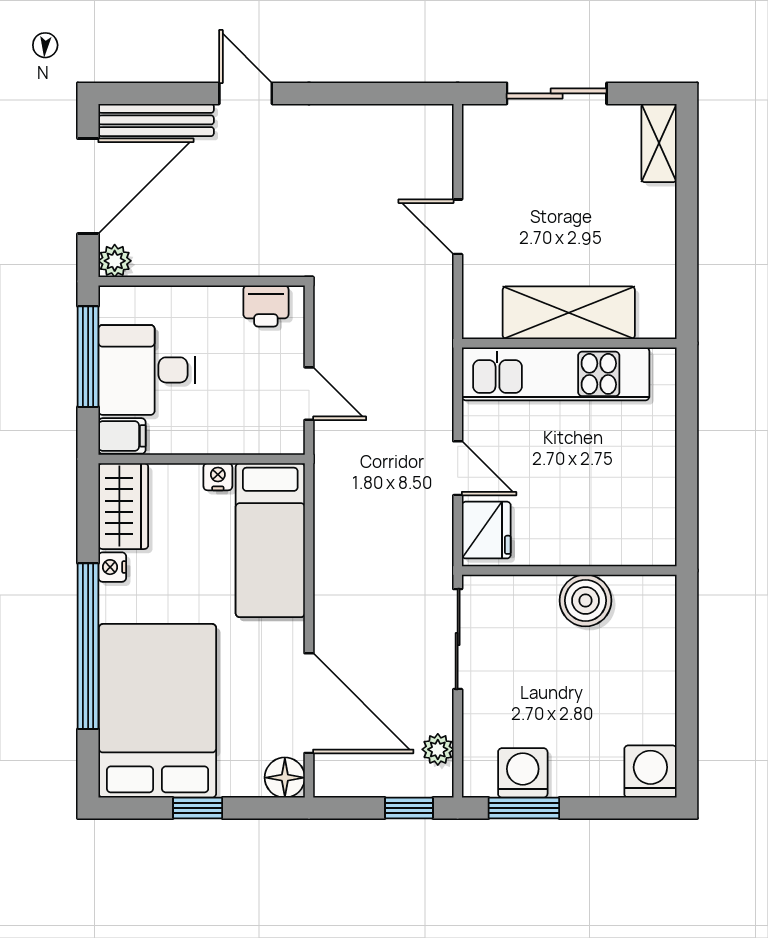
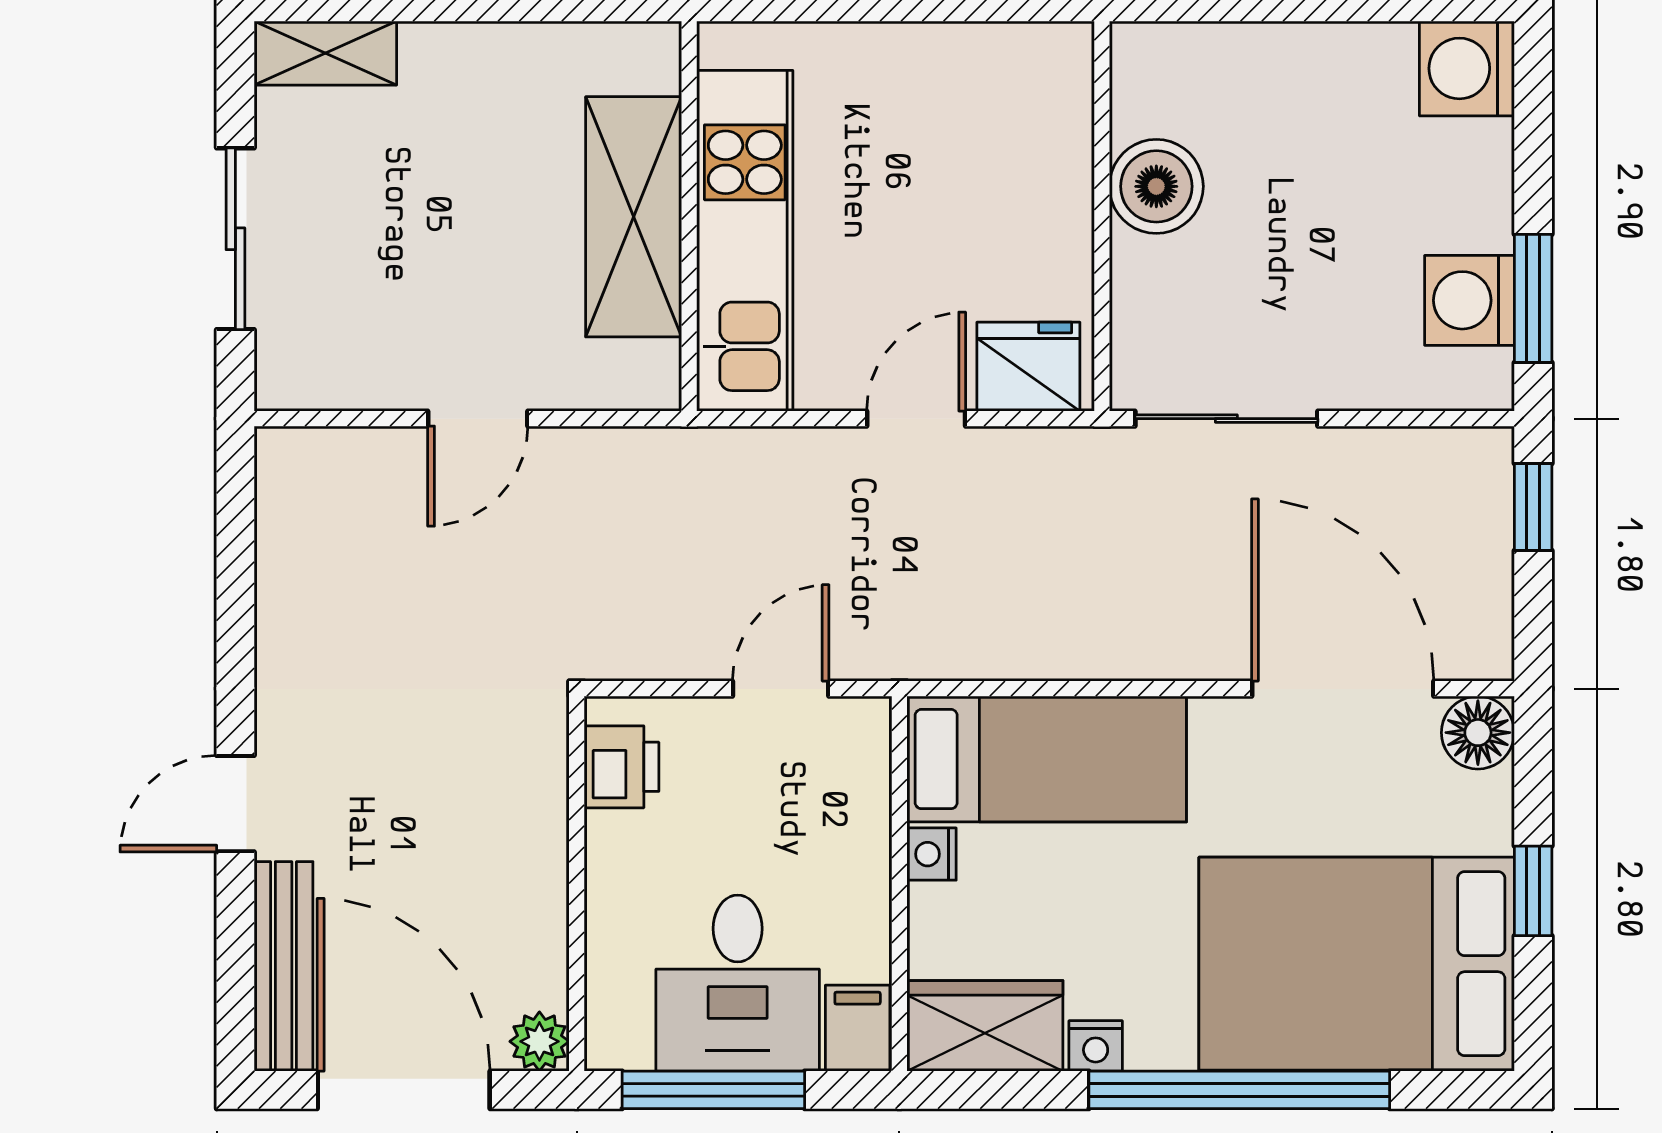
door: (309, 703) -> (1343, 689), hinge flipped
plant: (438, 749) -> (1427, 455), removed

